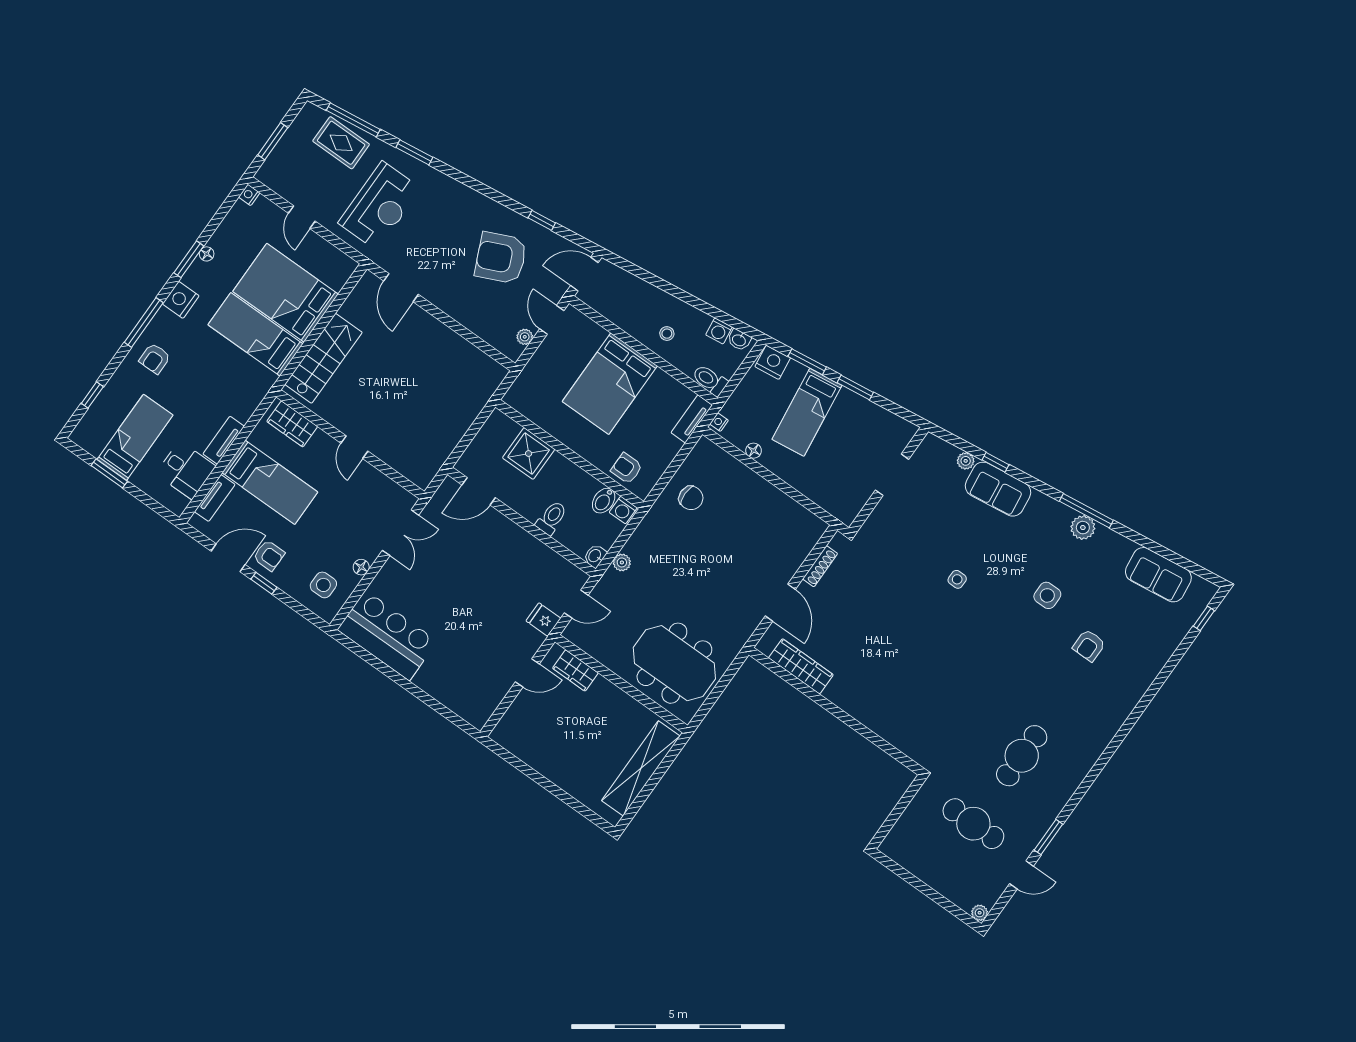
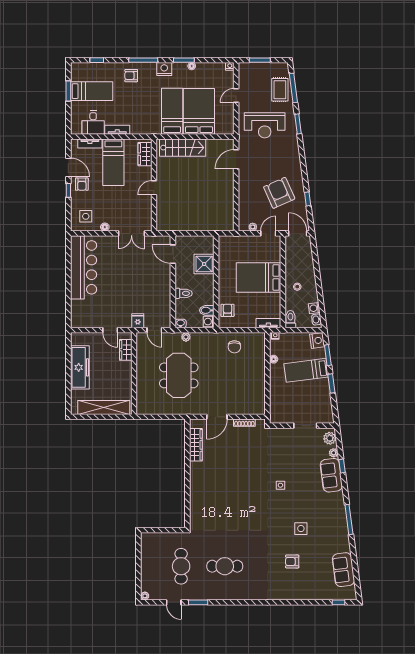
plant: (1083, 528) -> (330, 438), moved
bar counter: (387, 635) -> (84, 267), width x1.36
meeting table: (674, 663) -> (179, 375), moved
freezer: (552, 761) -> (80, 367), added

